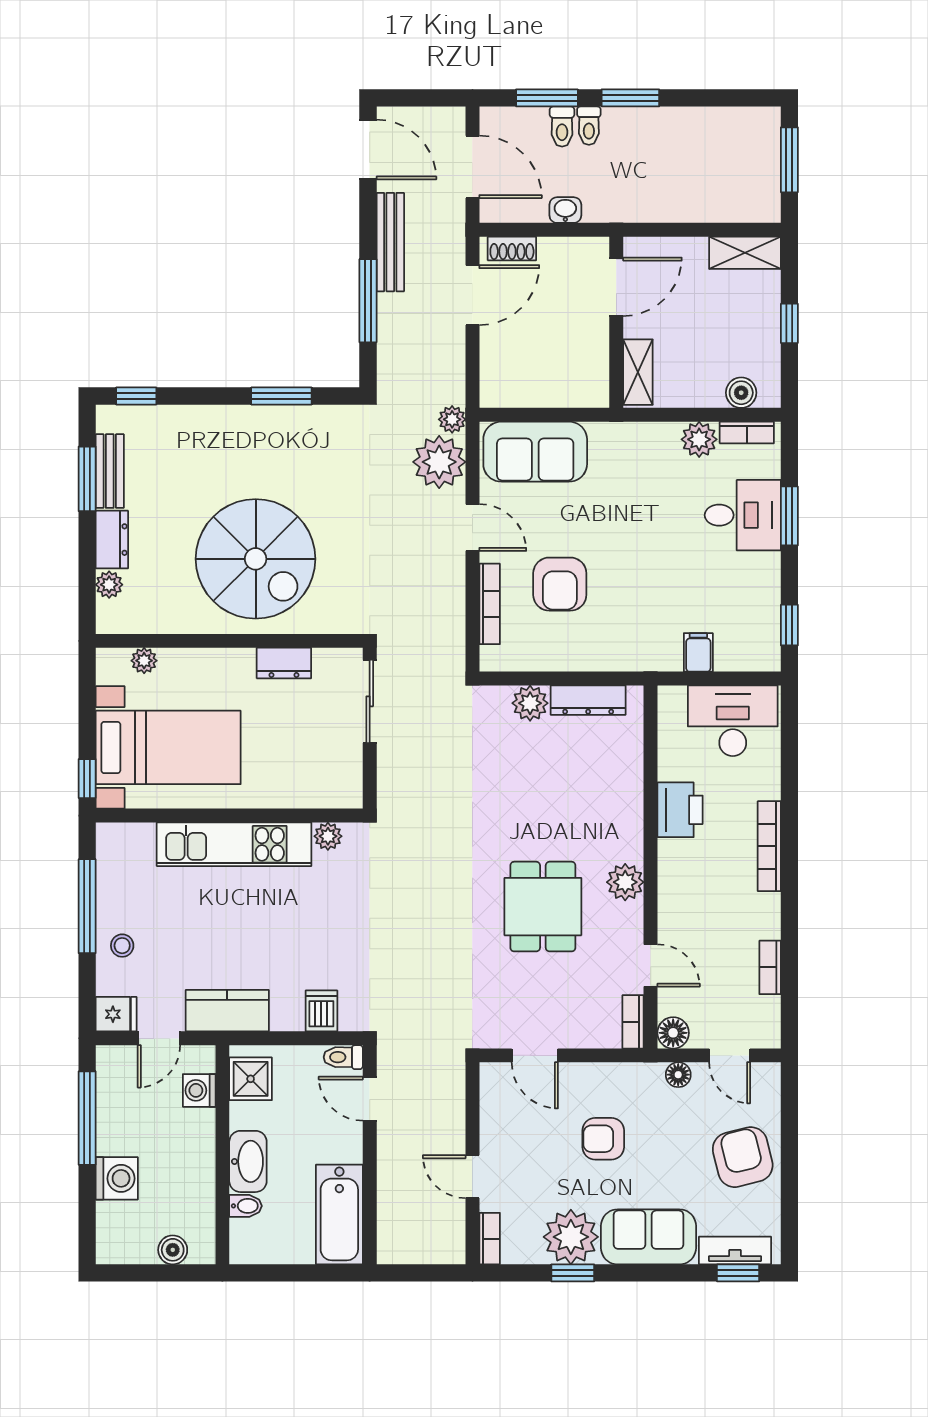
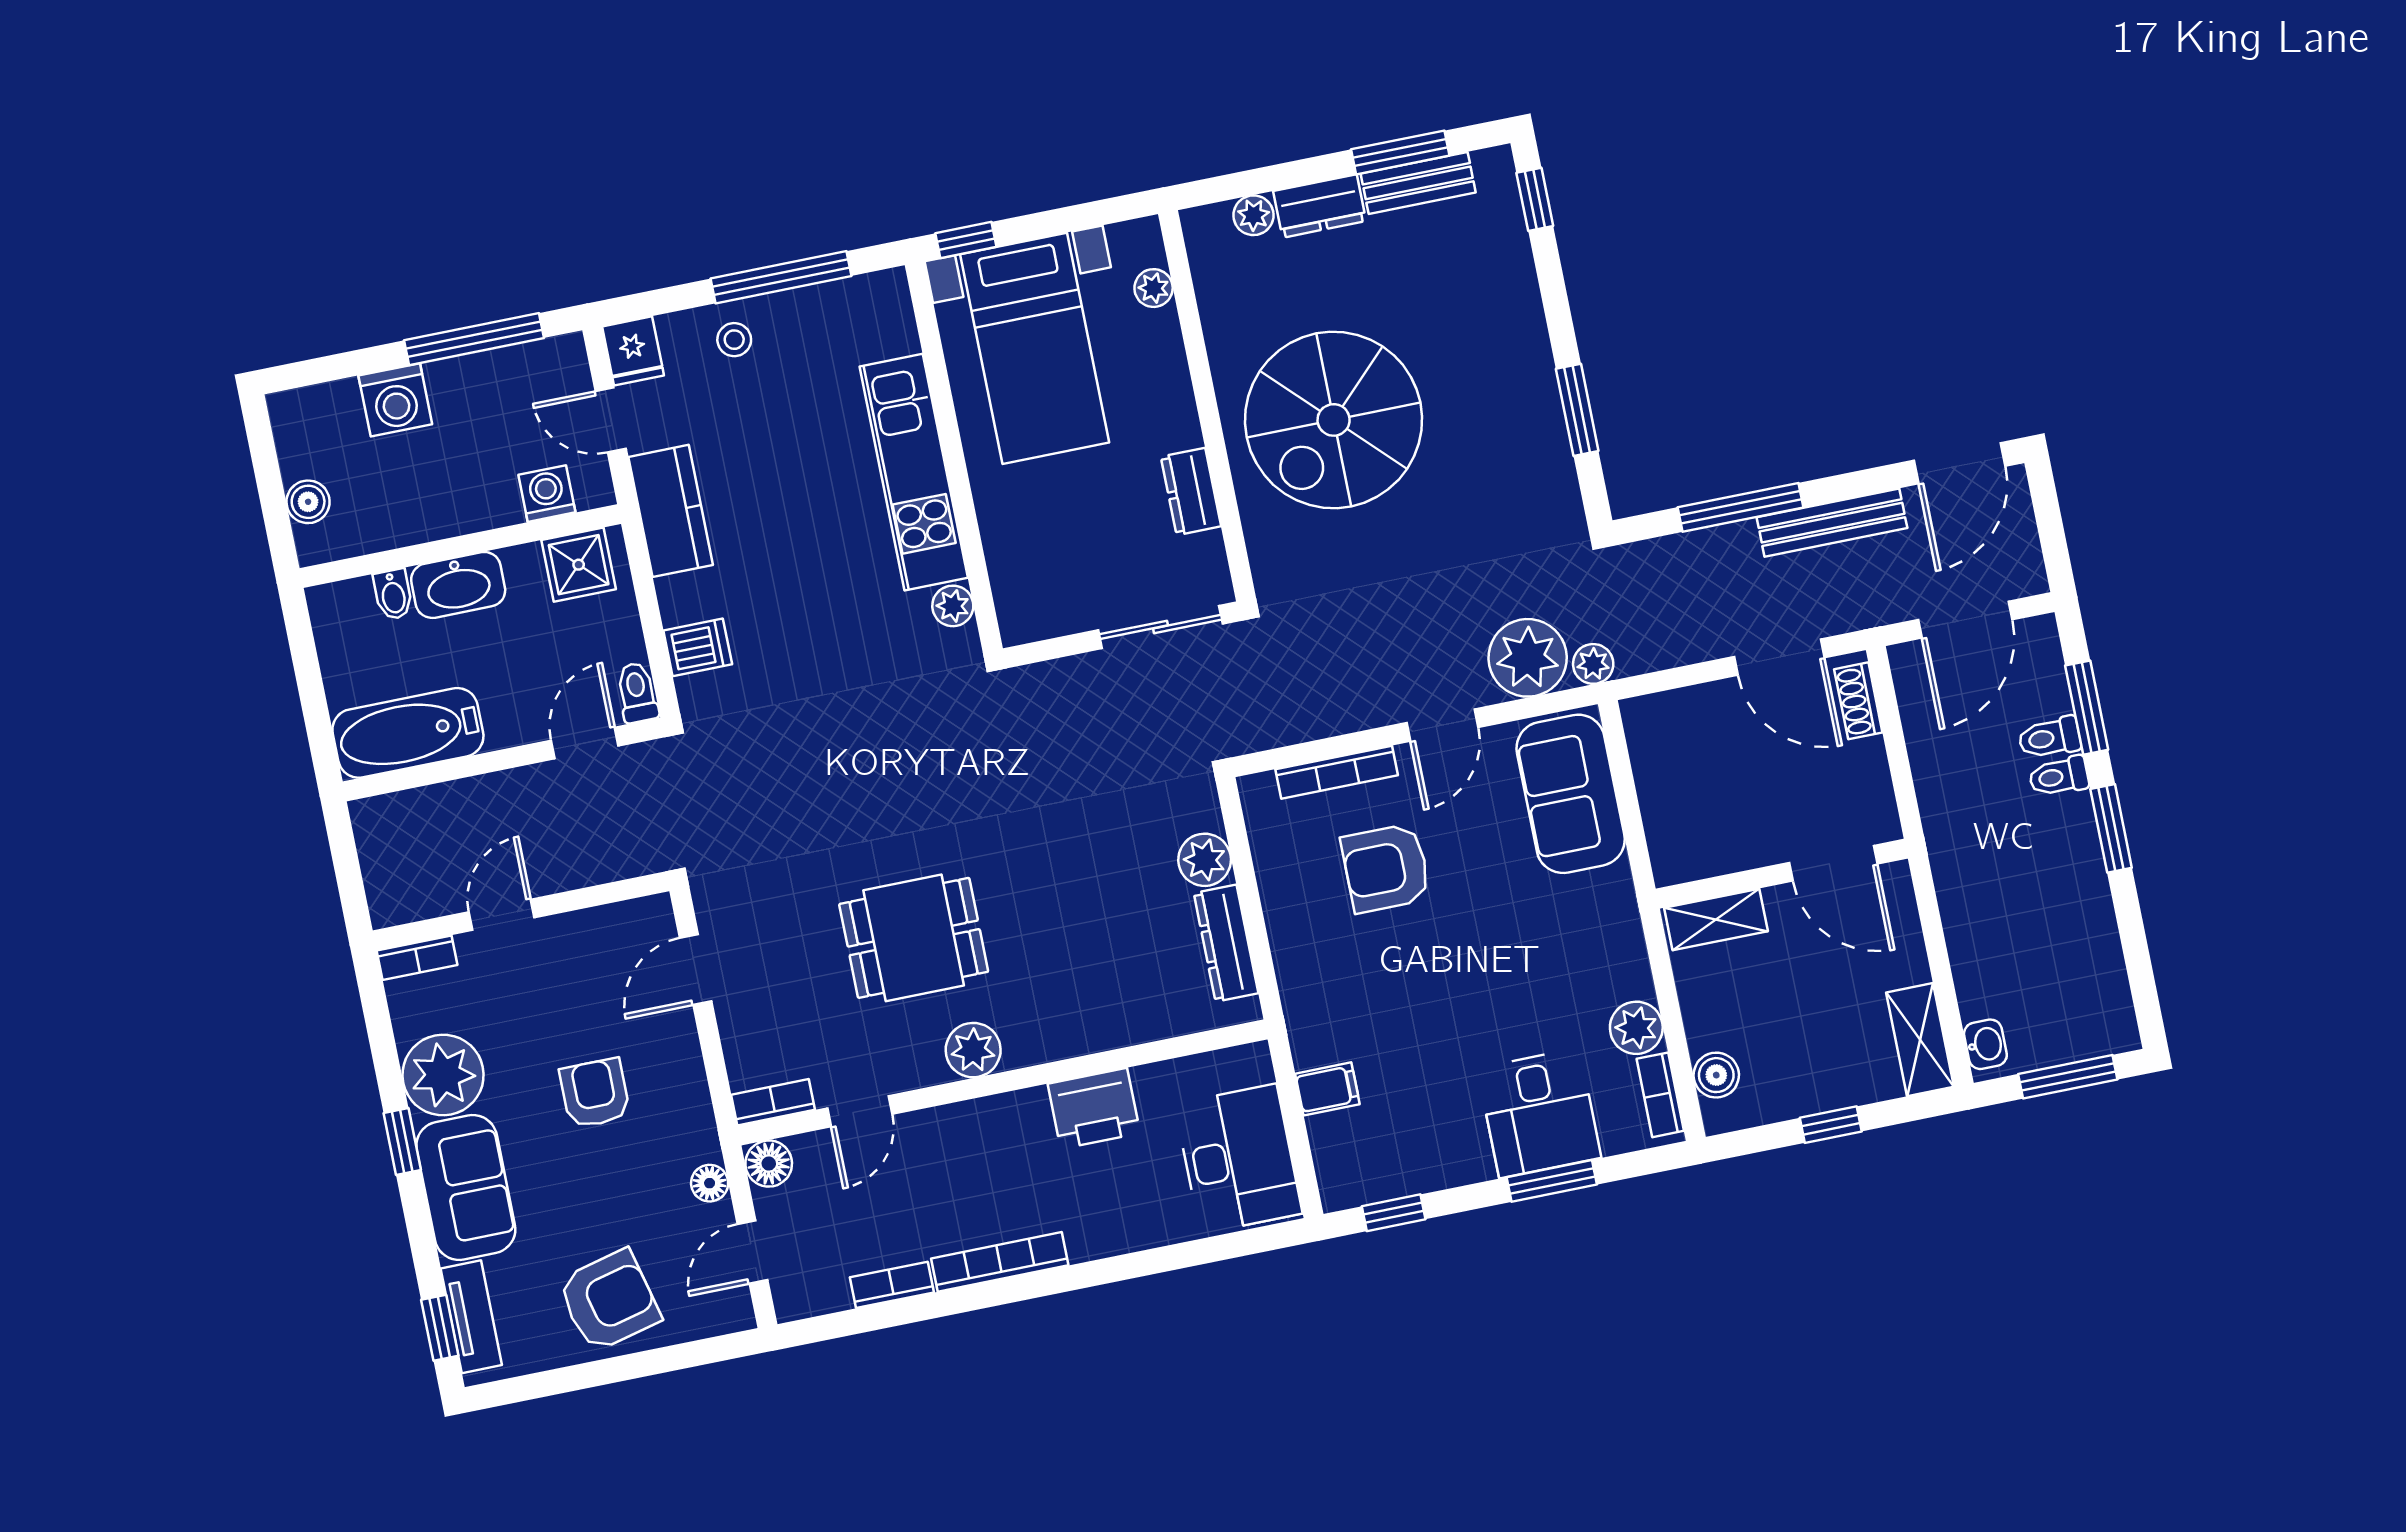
washbasin: (565, 210) -> (1985, 1044), moved
bookcase: (769, 846) -> (1000, 1262), moved
window: (573, 1273) -> (402, 1141), moved

